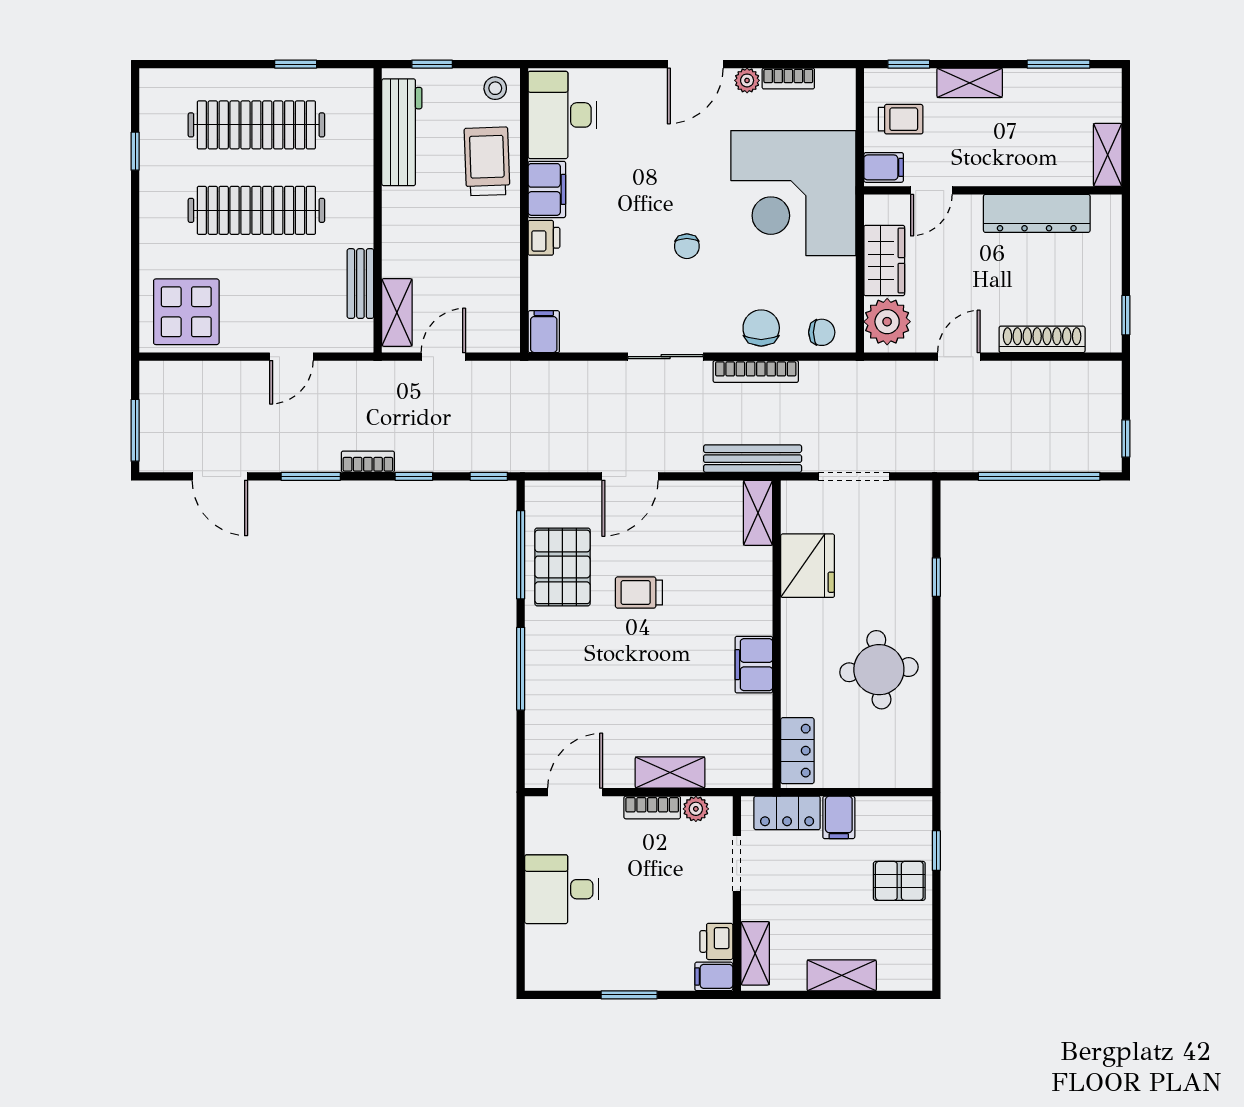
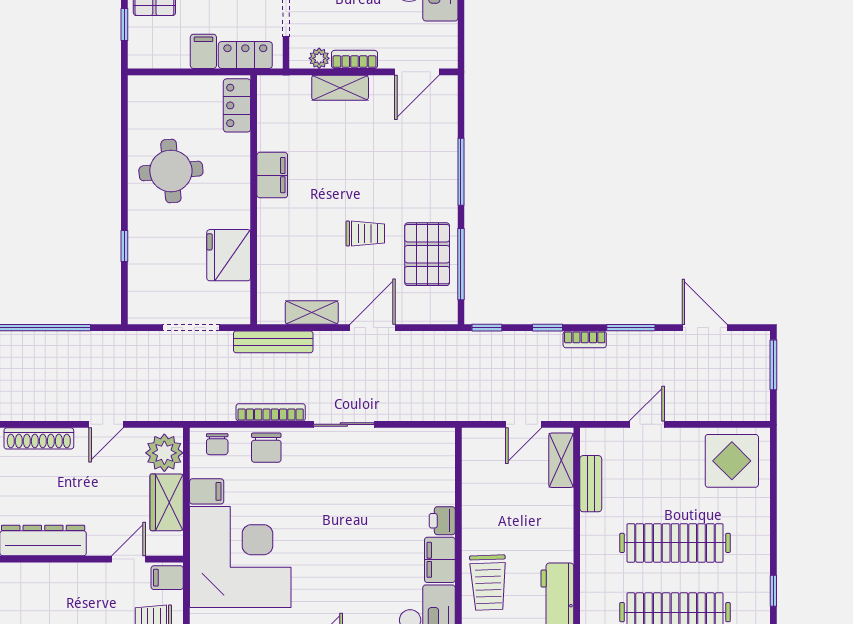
chair: (687, 246) -> (326, 514), removed
filing cabinet: (544, 332) -> (207, 491), moved, turned -90
chair: (822, 332) -> (217, 444), turned -90
shelving: (758, 513) -> (312, 312), moved, turned 90

